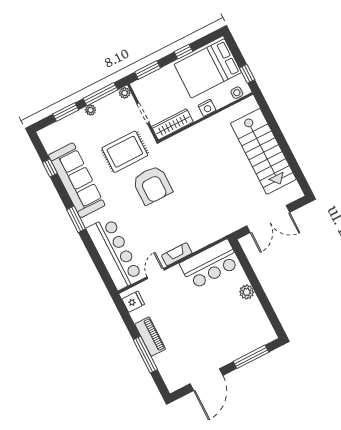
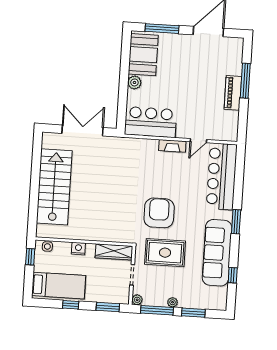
bed: (208, 68) -> (59, 286), width x0.67
fridge: (133, 302) -> (230, 129), removed
booth: (254, 322) -> (143, 55), added

